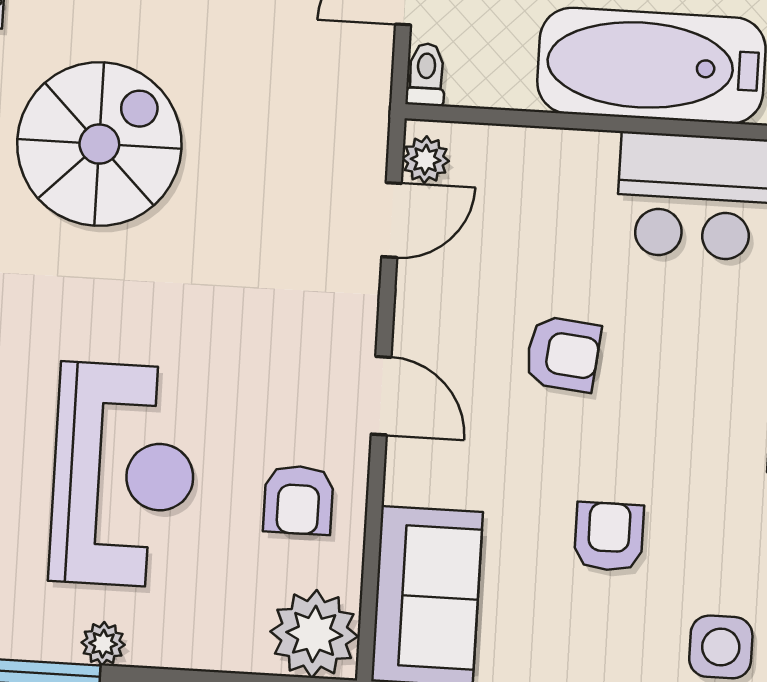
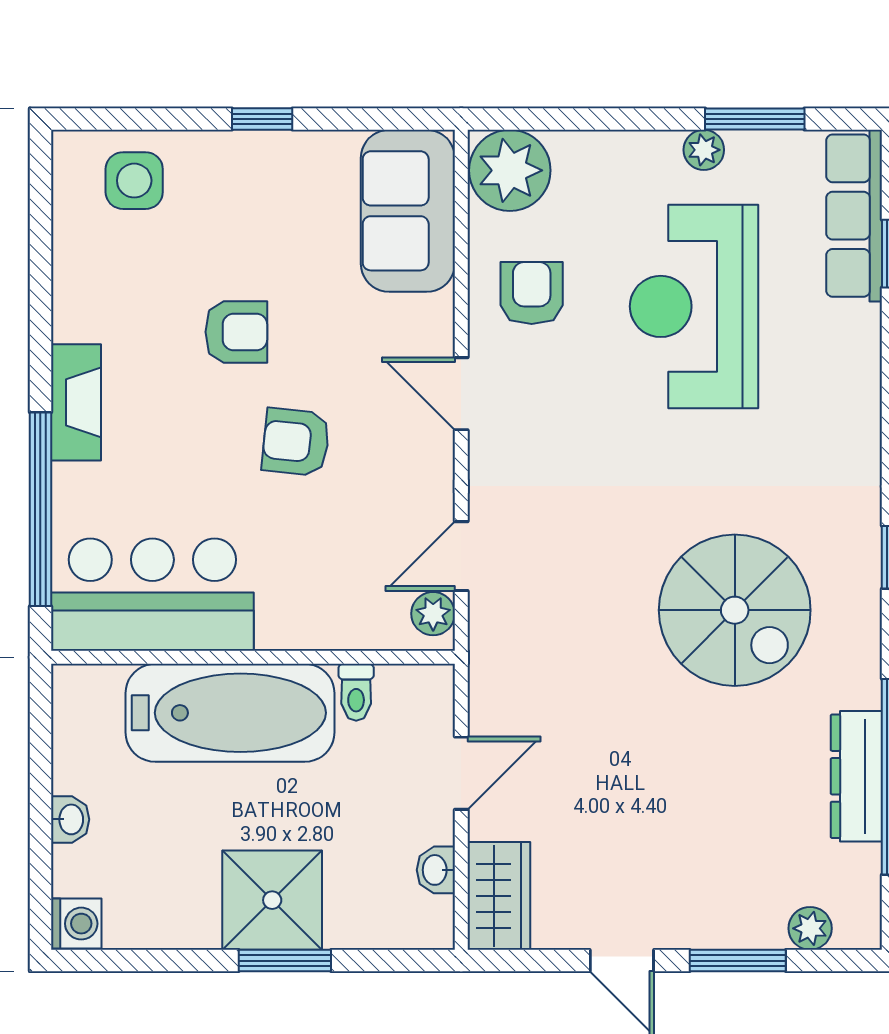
toilet: (426, 74) -> (356, 692), moved
spiral stairs: (99, 144) -> (735, 610), turned -90
armchair: (609, 537) -> (236, 332), moved, turned -90

